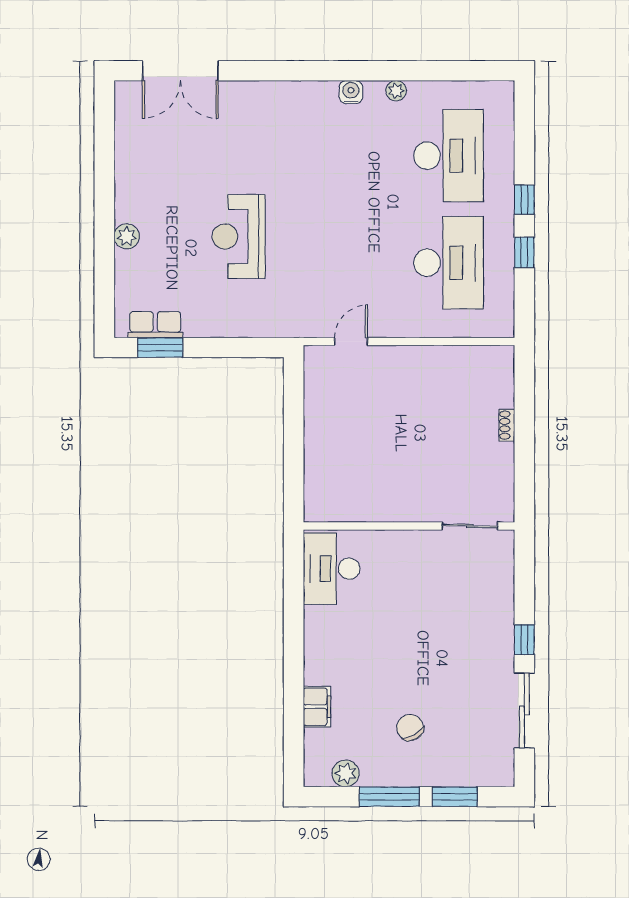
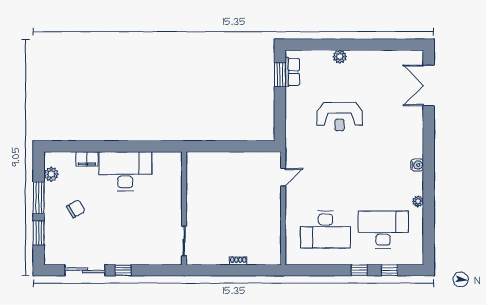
water cooler: (351, 92) -> (417, 165), moved
desk: (449, 156) -> (383, 230), turned 180
reception desk: (239, 237) -> (340, 117), turned 180
window: (524, 253) -> (389, 270), moved
door: (351, 341) -> (283, 177), hinge flipped
desk: (332, 569) -> (125, 171), moved, width x1.36, depth x1.30

